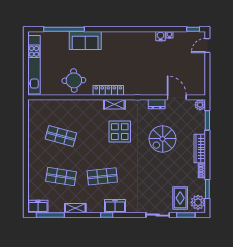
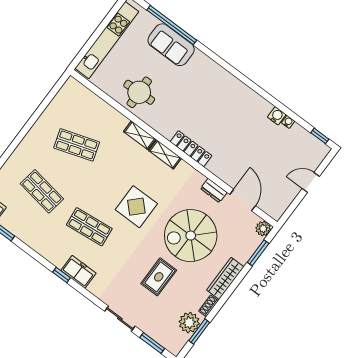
sofa: (85, 41) -> (171, 45), moved
door: (207, 46) -> (311, 182), moved
locker: (108, 90) -> (191, 149), moved
display table: (120, 132) -> (136, 207), moved
shop shelf: (61, 136) -> (77, 145), turned -33
spiral stairs: (163, 139) -> (191, 236), width x1.37, depth x1.37
rug: (180, 198) -> (159, 277), moved
plant: (198, 202) -> (189, 323), moved
shelving: (75, 208) -> (140, 135), moved

